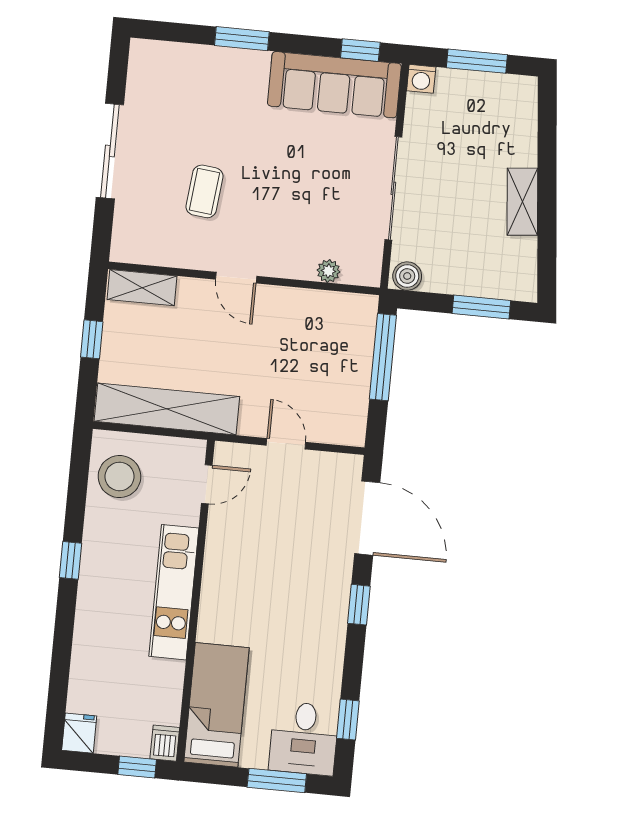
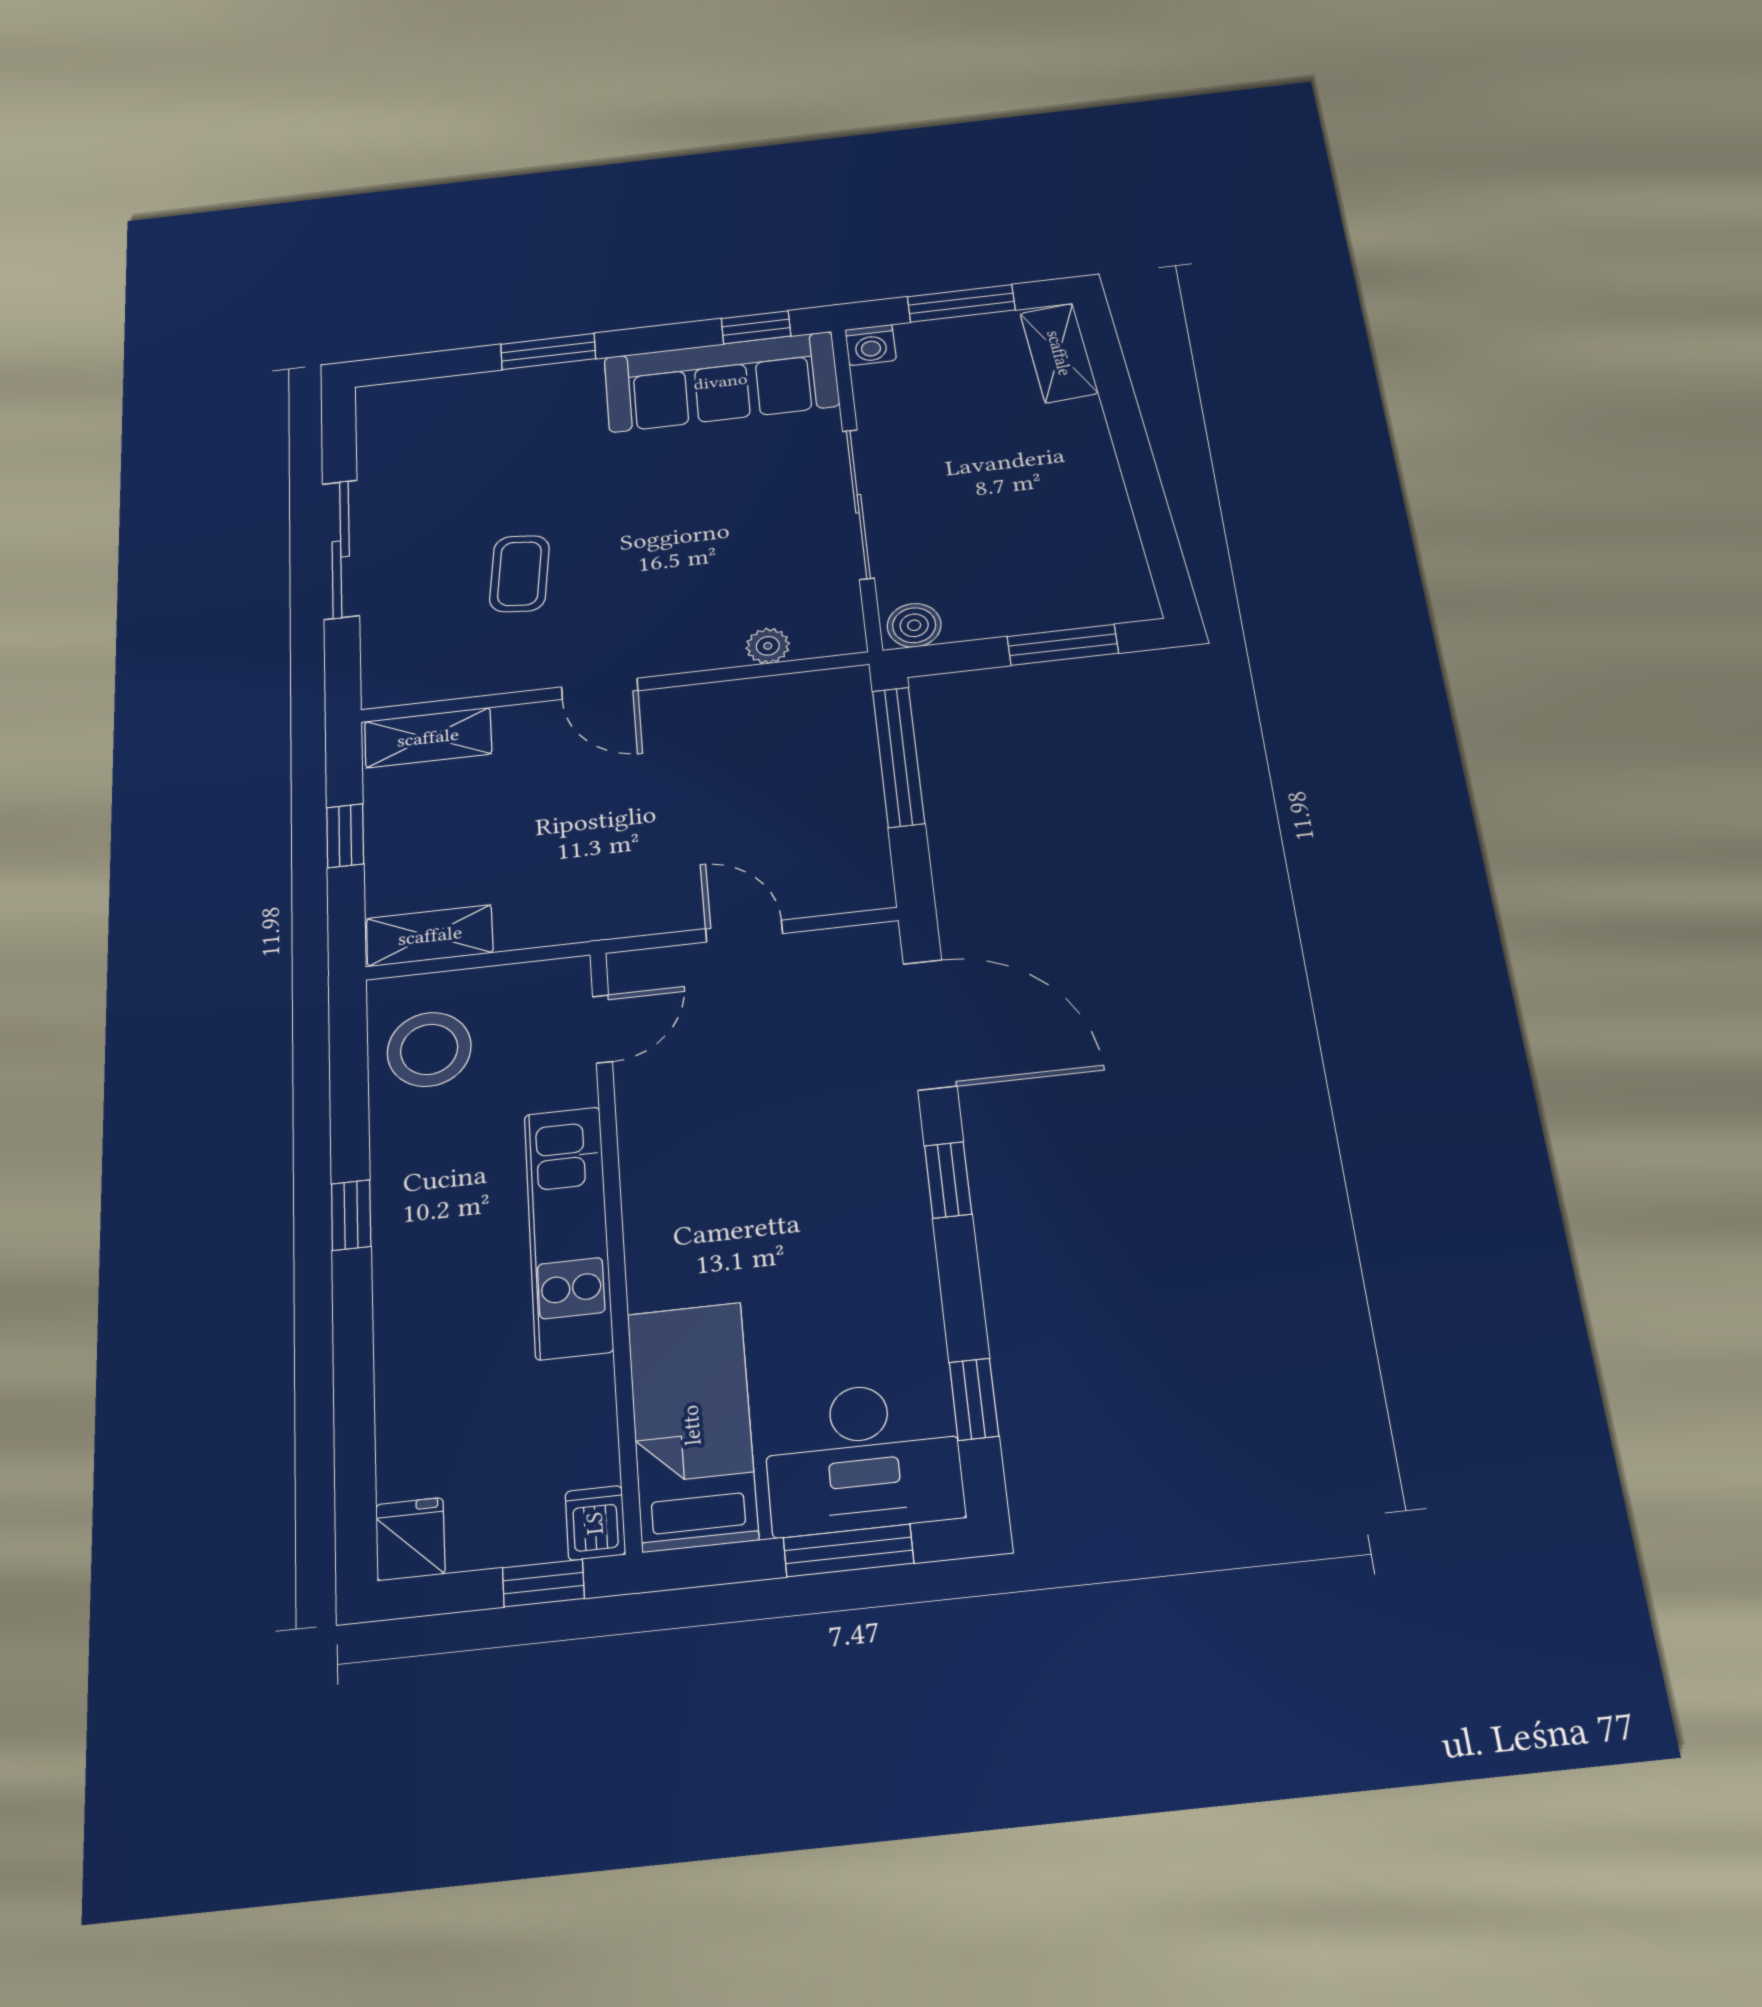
shelving: (522, 202) -> (1059, 353), moved
shelving: (167, 409) -> (430, 936), width x0.45, depth x0.75
desk: (304, 738) -> (863, 1457), width x1.37

